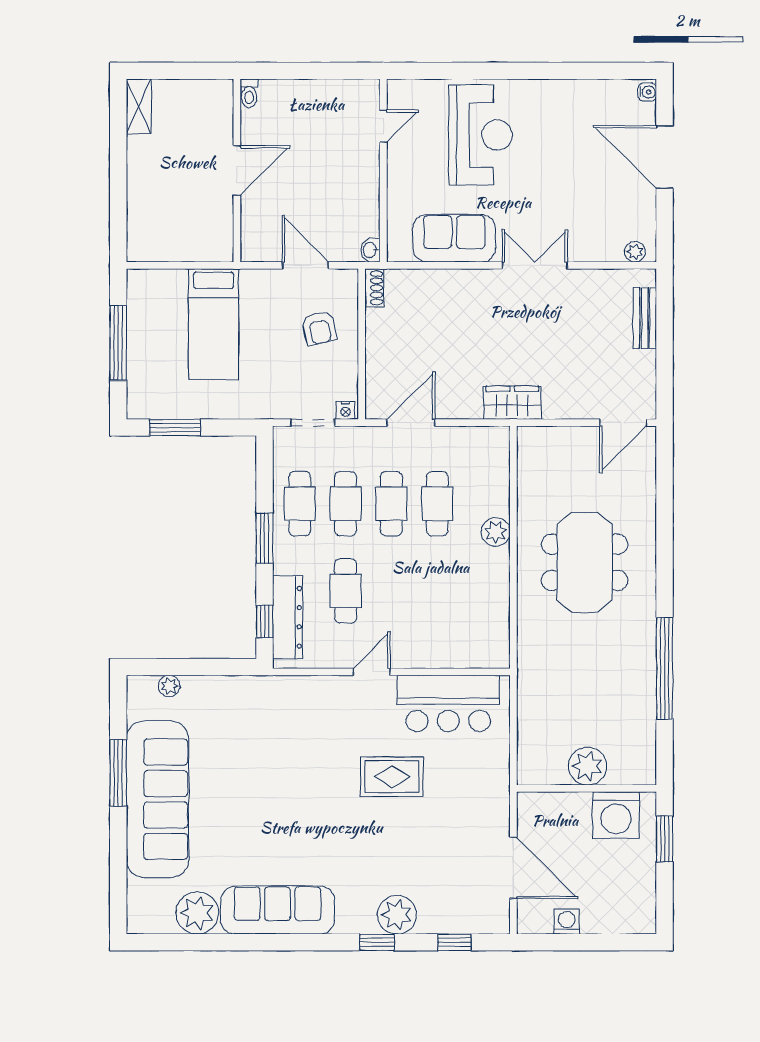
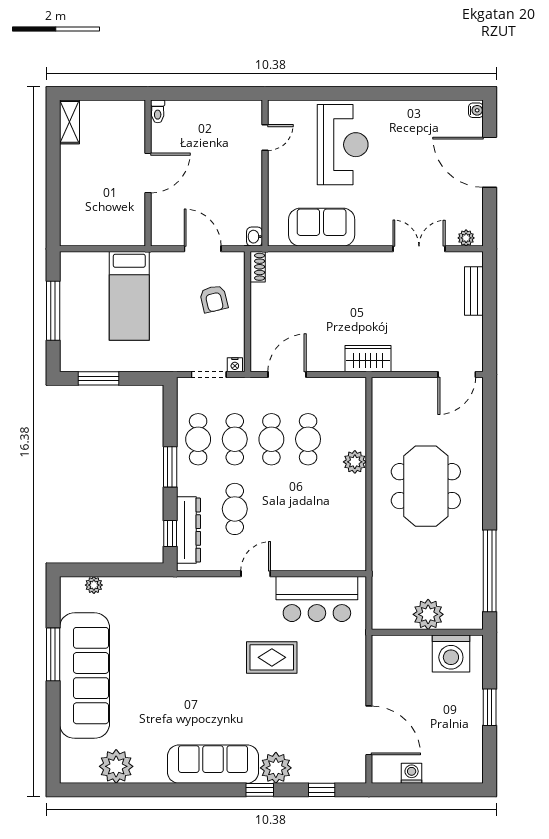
double door: (535, 265) -> (419, 249), moved
plant: (588, 766) -> (428, 614), moved
wall: (587, 788) -> (427, 632), moved
washing machine: (616, 815) -> (451, 654), moved
sofa: (278, 910) -> (213, 764), moved

